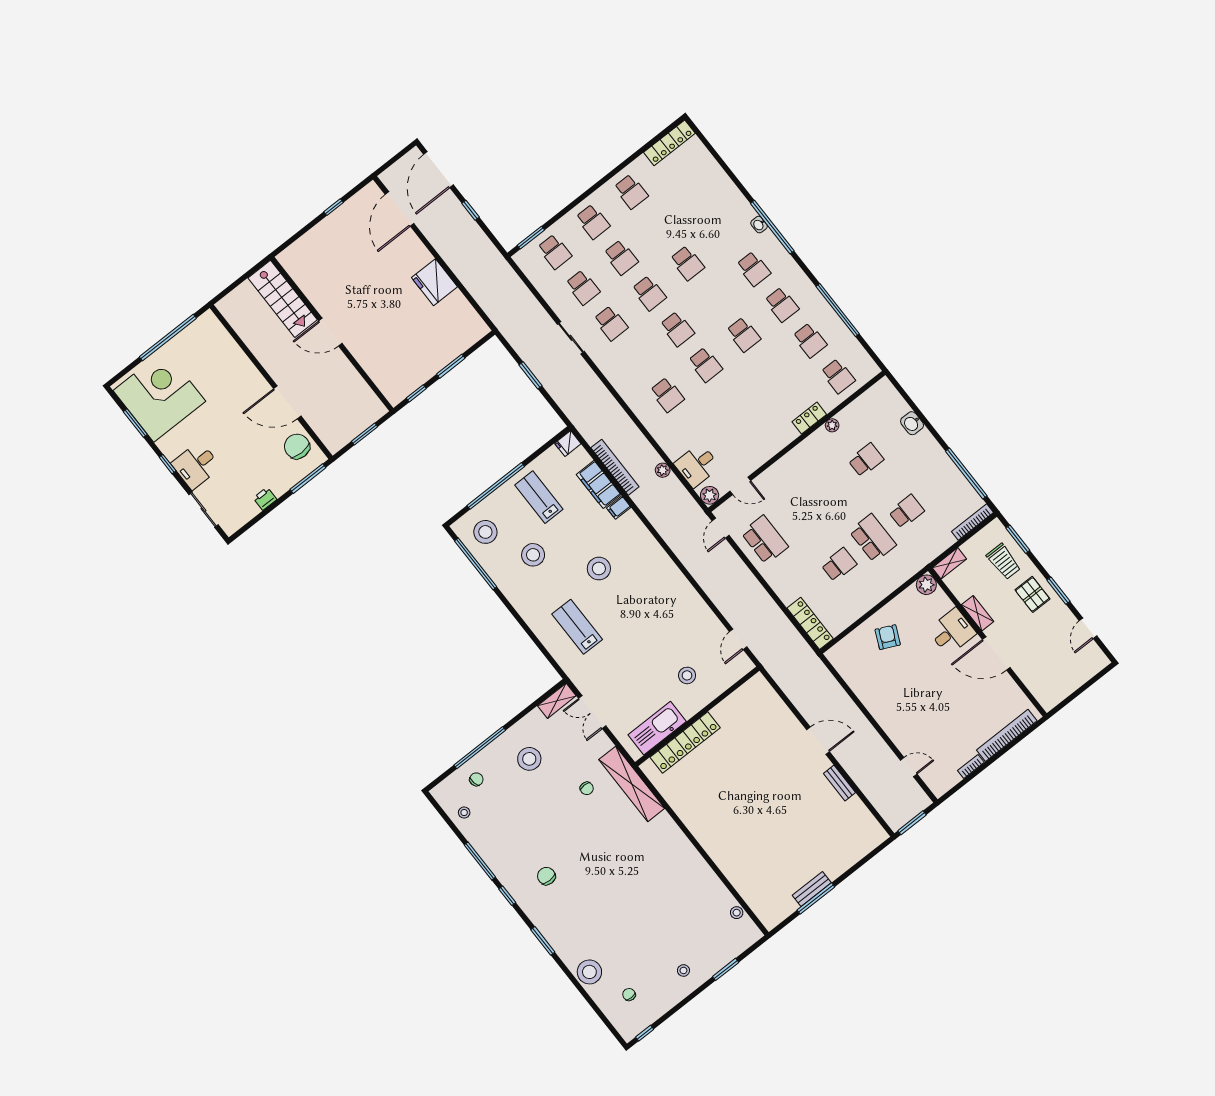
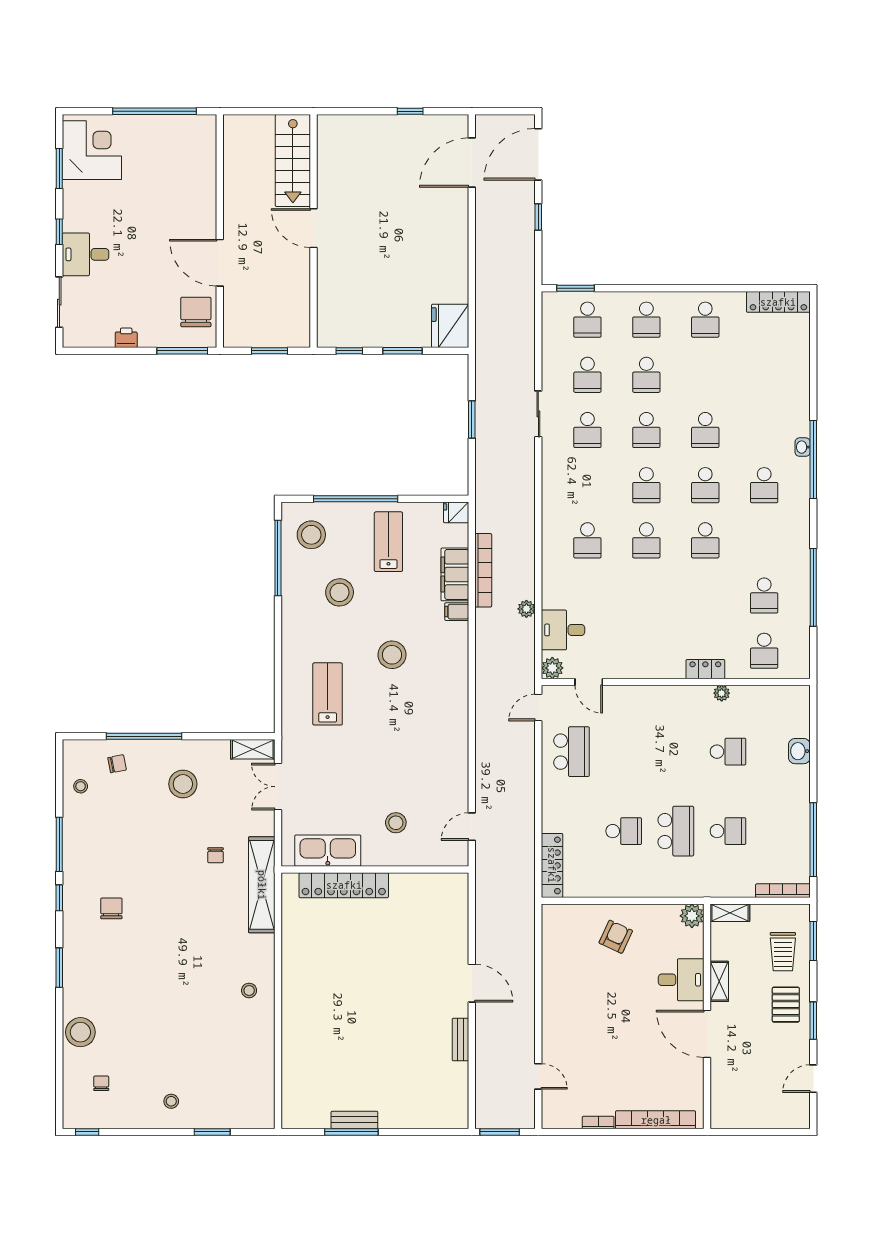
fridge: (435, 282) -> (450, 326), moved
school desk: (782, 305) -> (705, 485), moved
corner desk: (159, 396) -> (92, 150), width x0.74, depth x0.74
stool: (737, 913) -> (249, 990), moved

